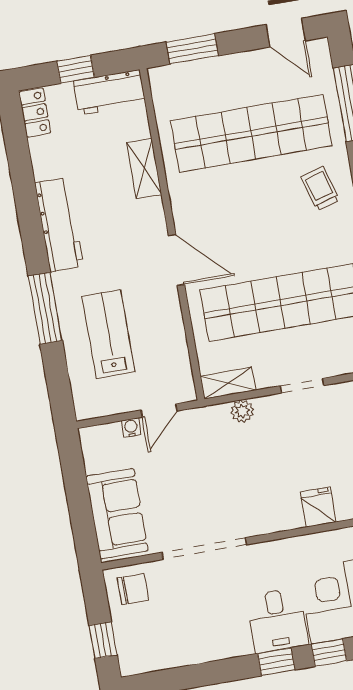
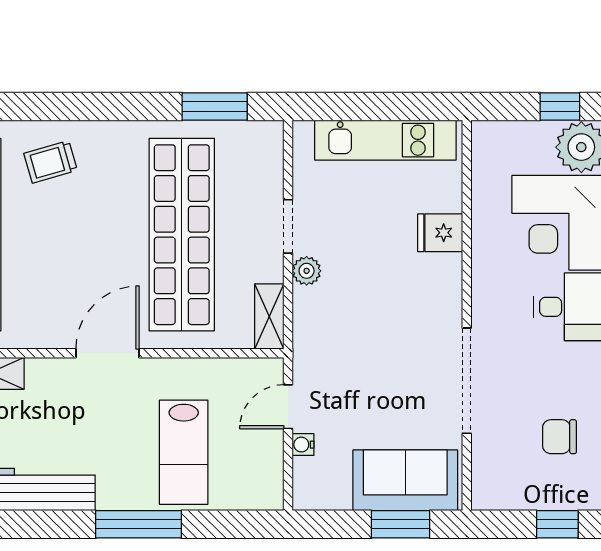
lab bench: (109, 334) -> (184, 452), turned -90
door: (159, 411) -> (288, 407), swing flipped
plant: (242, 411) -> (307, 271), moved
window: (81, 516) -> (400, 524), added
chair: (133, 589) -> (559, 437), moved, turned -90

